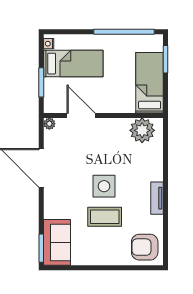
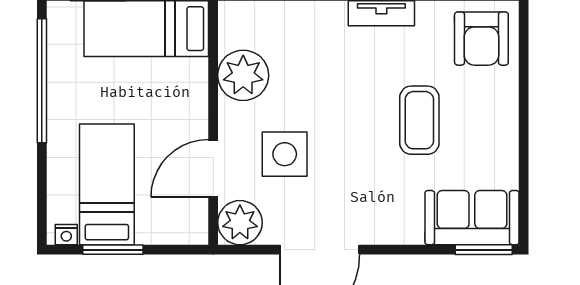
window: (41, 82) -> (113, 250), moved
plant: (49, 124) -> (240, 223), width x1.88, depth x1.88
plant: (142, 130) -> (243, 75), moved
side table: (104, 186) -> (285, 154), moved

